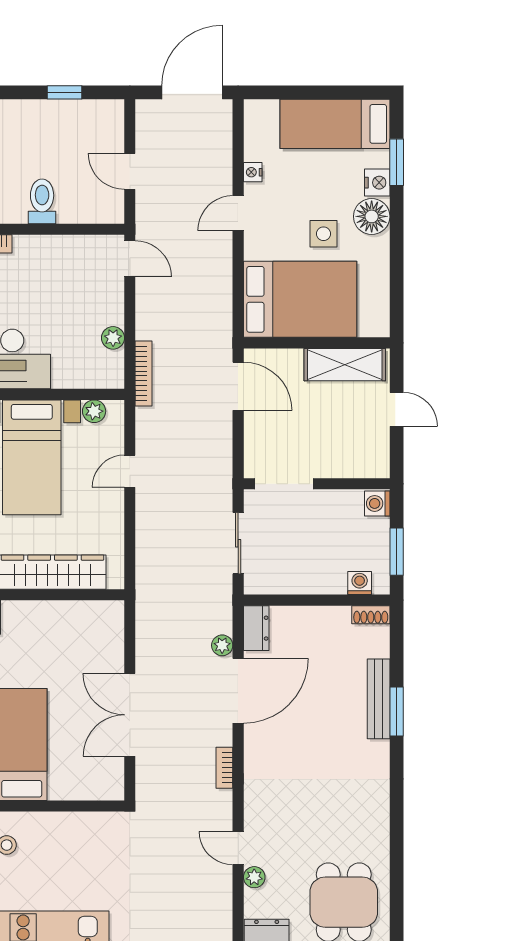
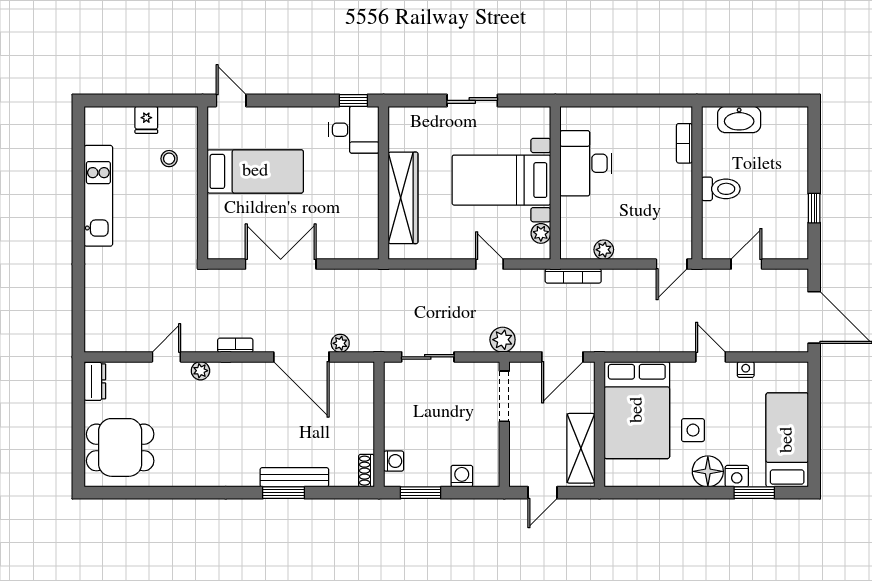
plant: (218, 456) -> (503, 340), added
doorway: (284, 484) -> (504, 396), moved
wall: (317, 484) -> (504, 424), moved
dresser: (256, 628) -> (355, 372), removed
plant: (254, 877) -> (200, 371), moved

